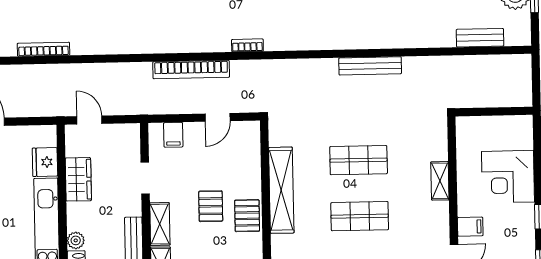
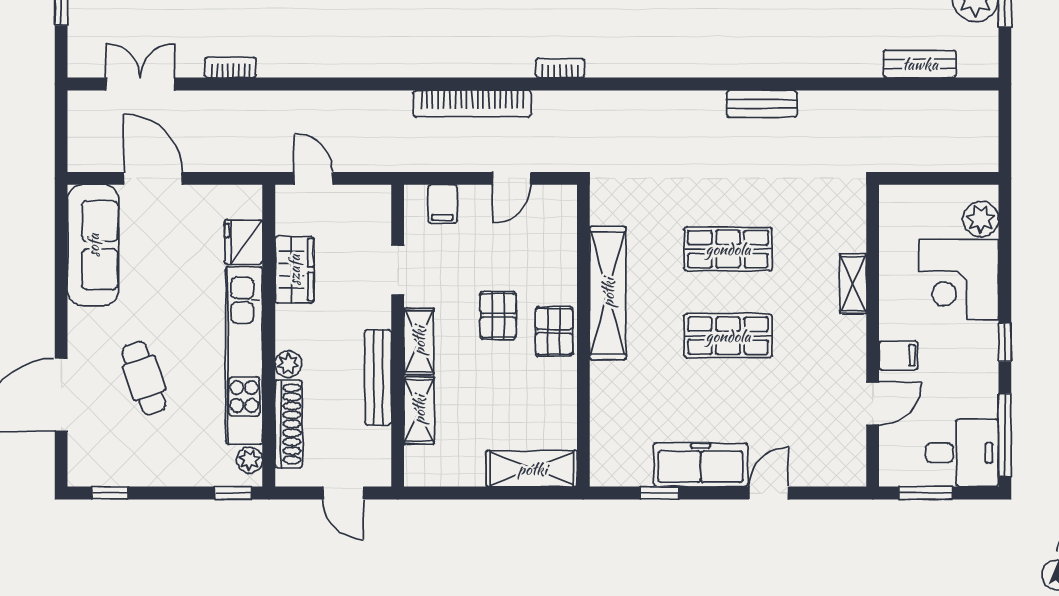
bookcase: (44, 49) -> (230, 67), width x0.64
bench: (370, 66) -> (762, 104), width x0.73
plant: (522, 137) -> (981, 219), added

